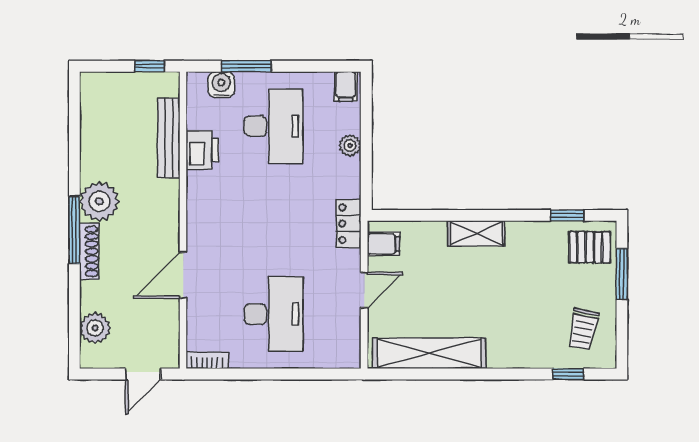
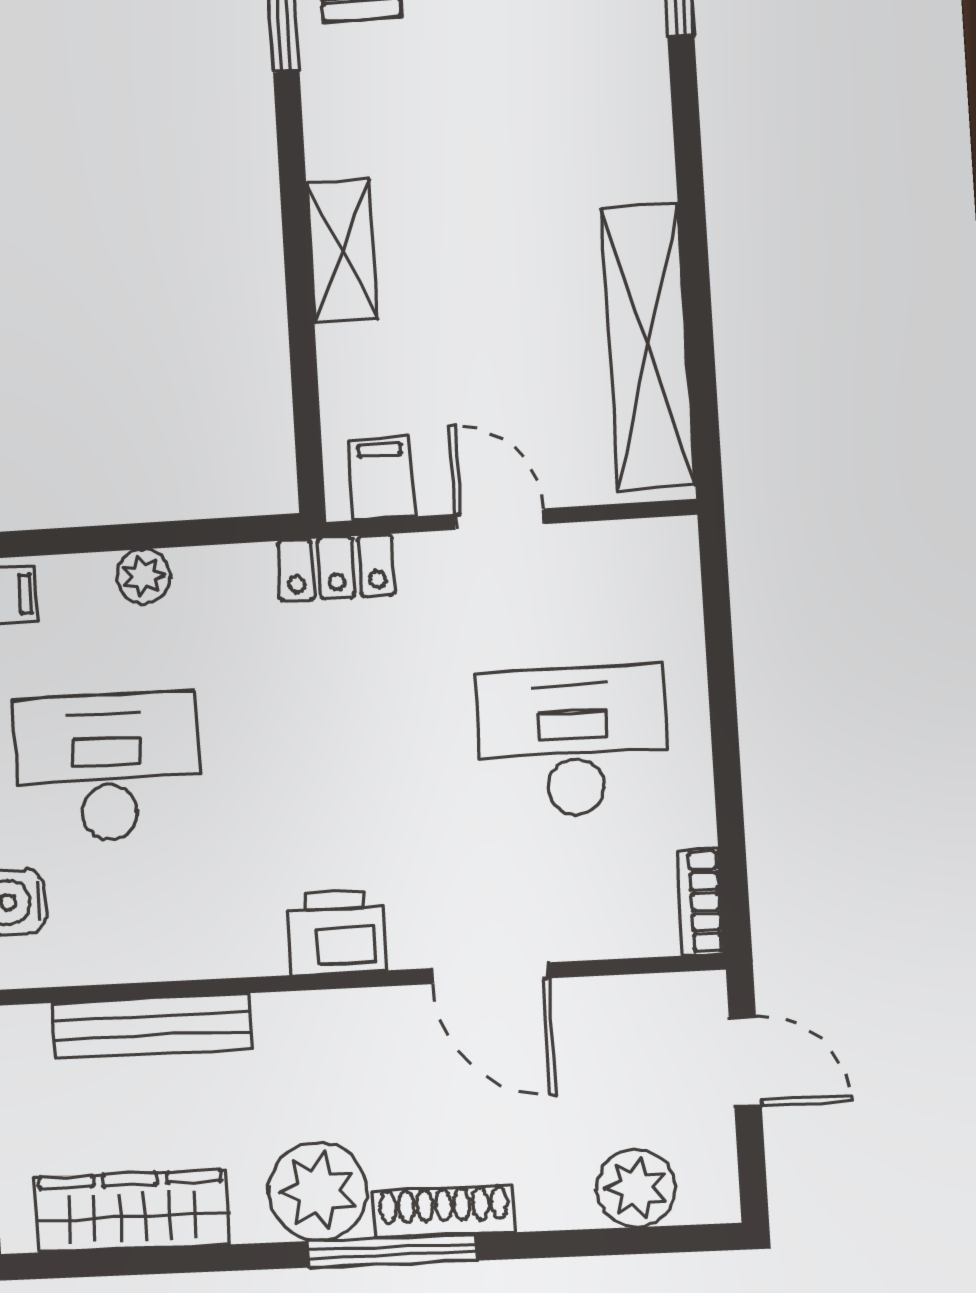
wardrobe: (95, 126) -> (132, 1211), added
printer: (202, 150) -> (337, 933), moved

